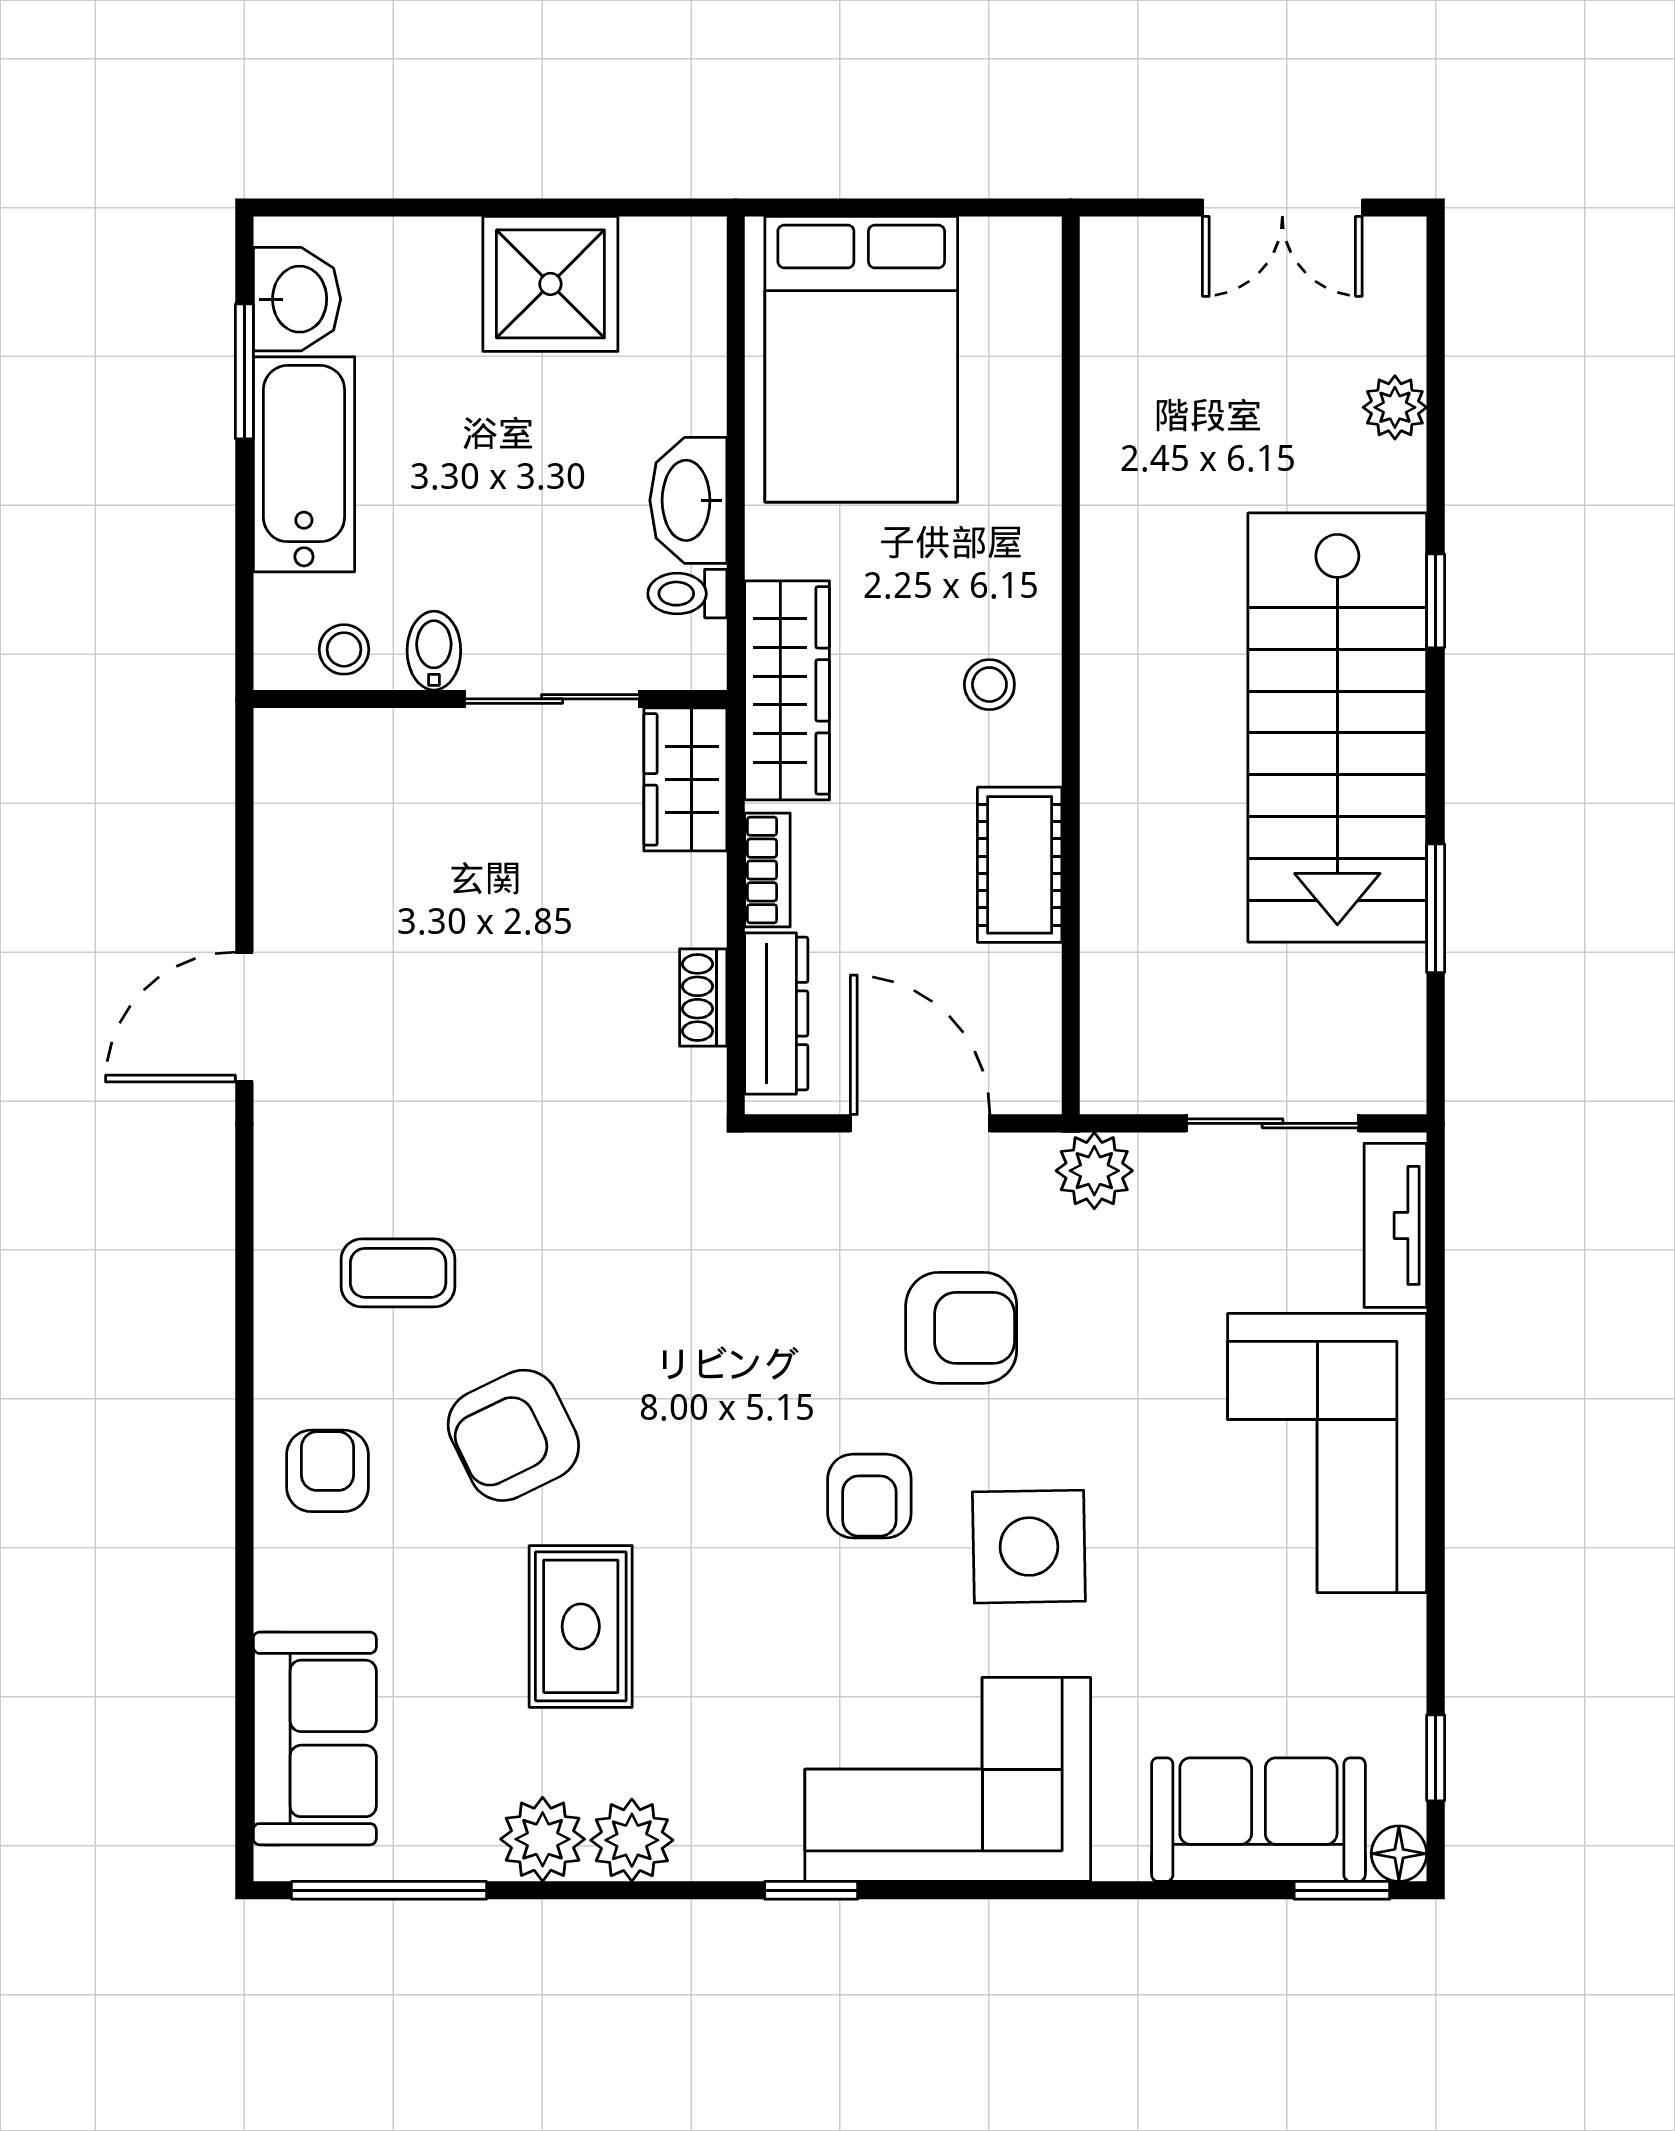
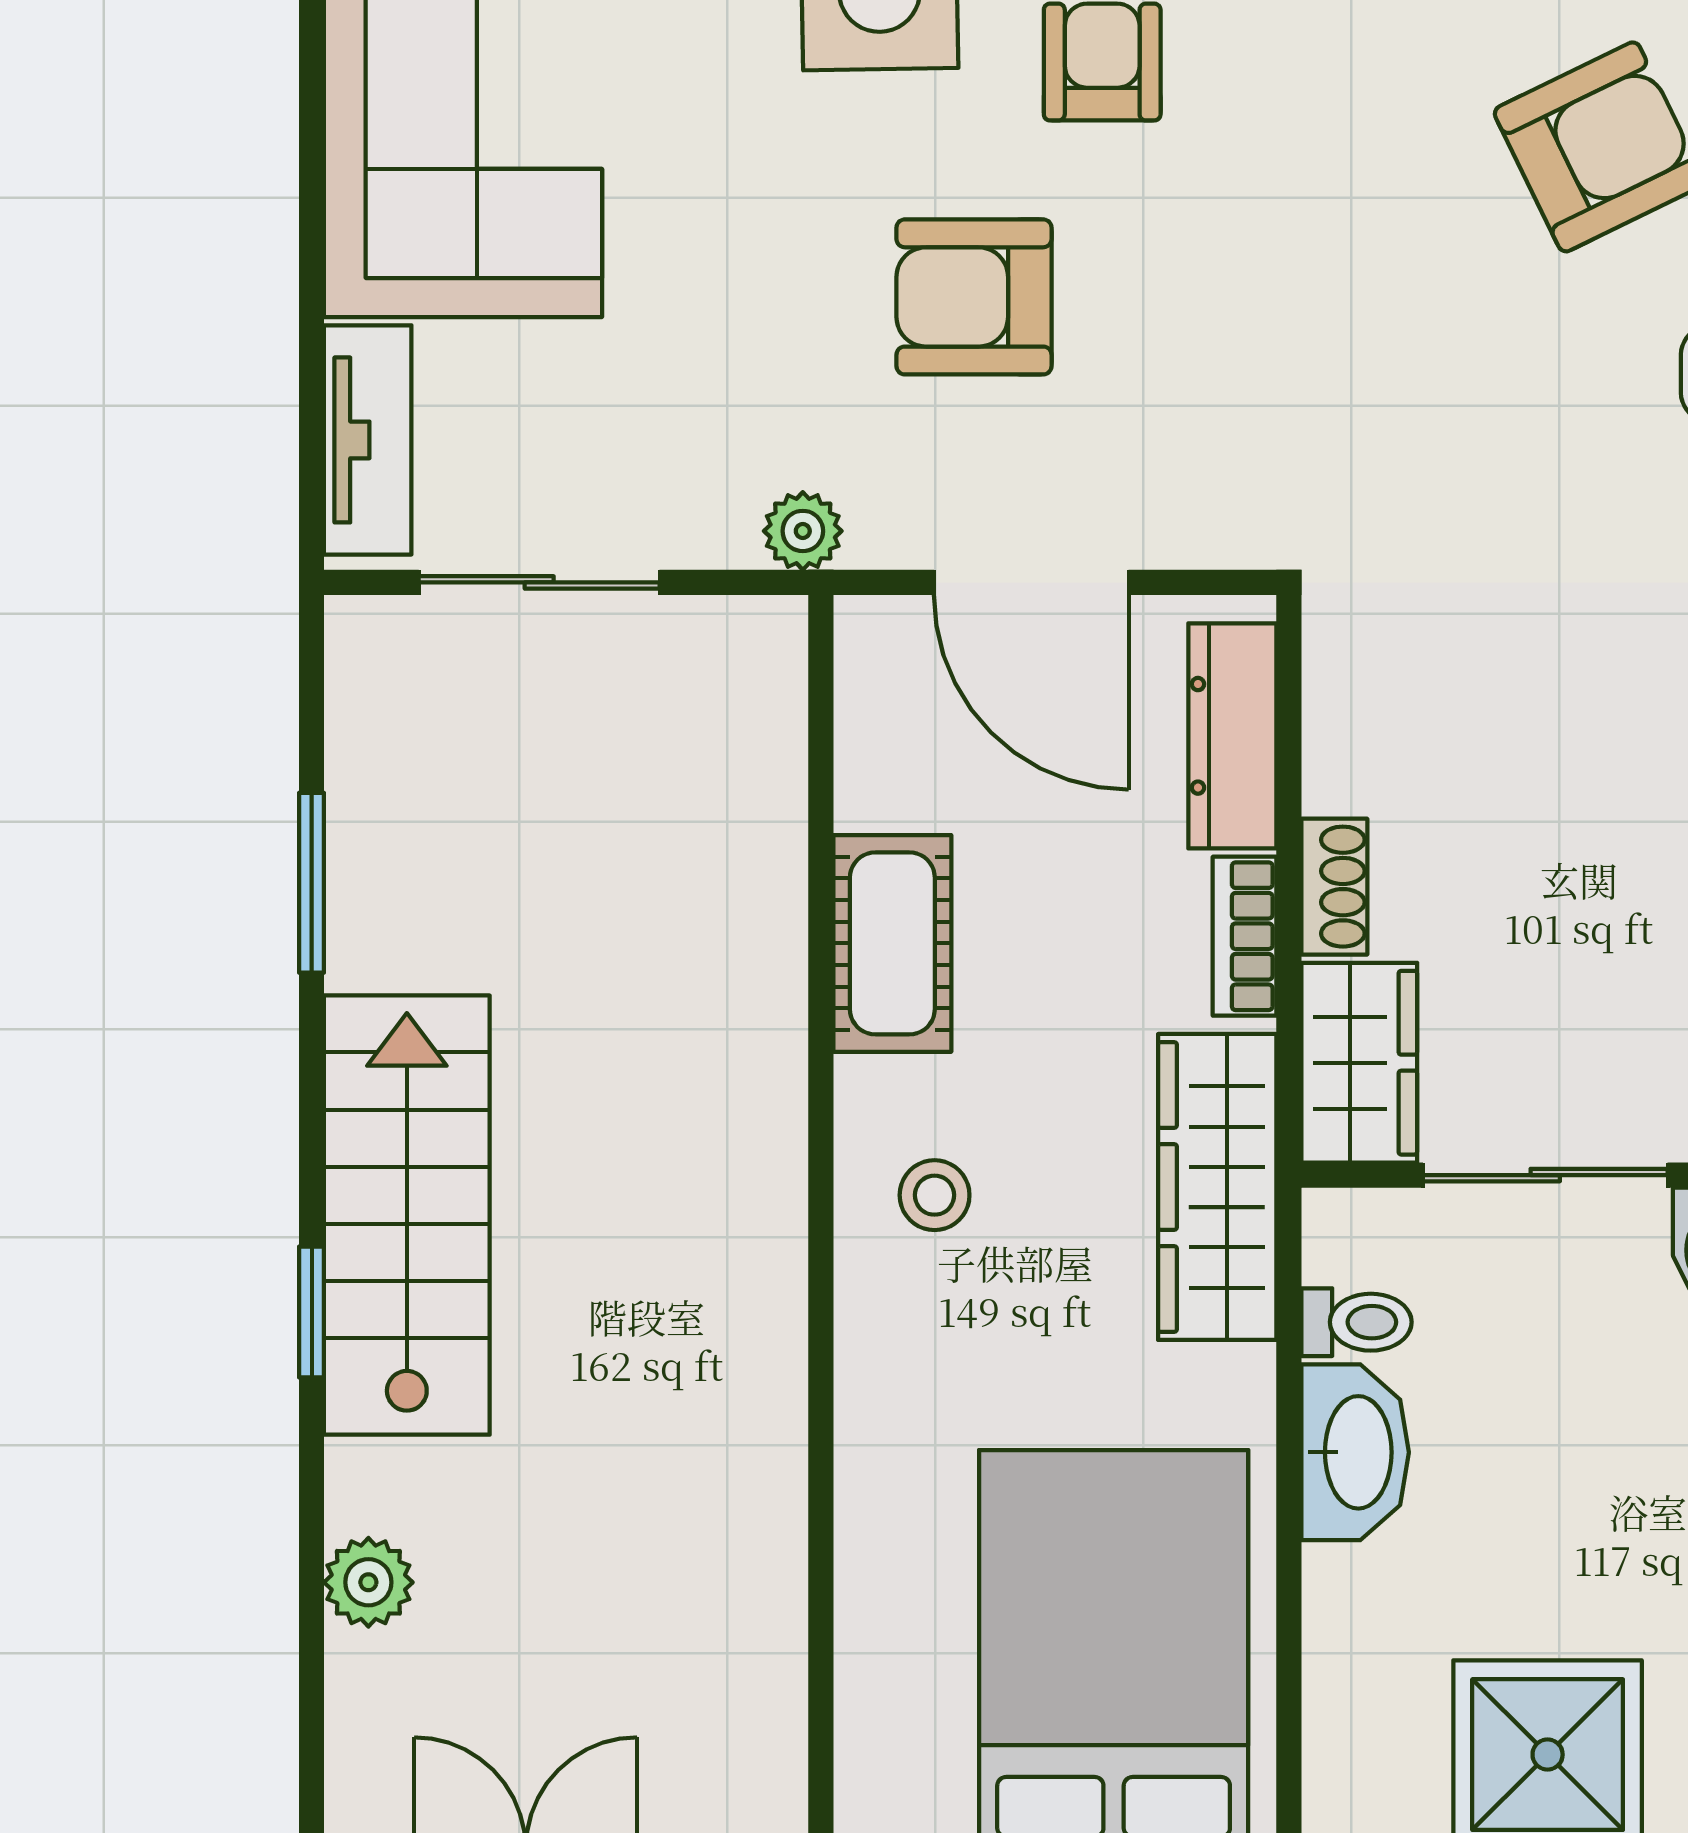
stairs: (1337, 728) -> (407, 1215), width x0.73, depth x0.66
shoe rack: (703, 998) -> (1334, 887), moved
plant: (1094, 1171) -> (803, 531), width x0.73, depth x0.73

